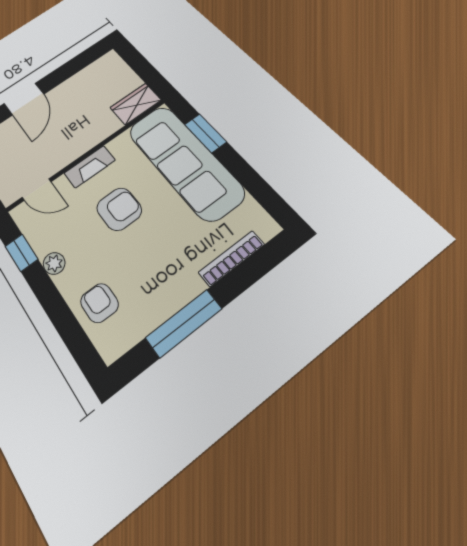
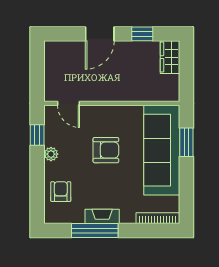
window: (69, 69) -> (142, 34), added
wardrobe: (136, 104) -> (170, 57), moved, turned -90
fireplace: (90, 167) -> (102, 216), moved, turned 180
bookcase: (231, 258) -> (158, 218), moved

